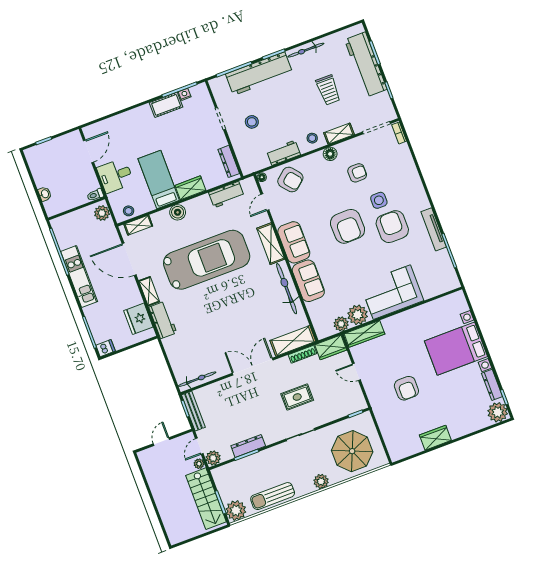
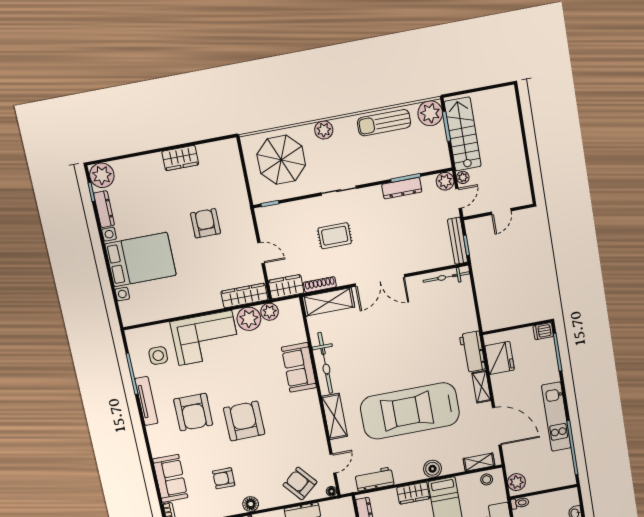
side table: (379, 200) -> (158, 356), moved
sofa: (294, 242) -> (170, 478), moved, turned 180
sun lounger: (273, 496) -> (384, 123), turned 180

